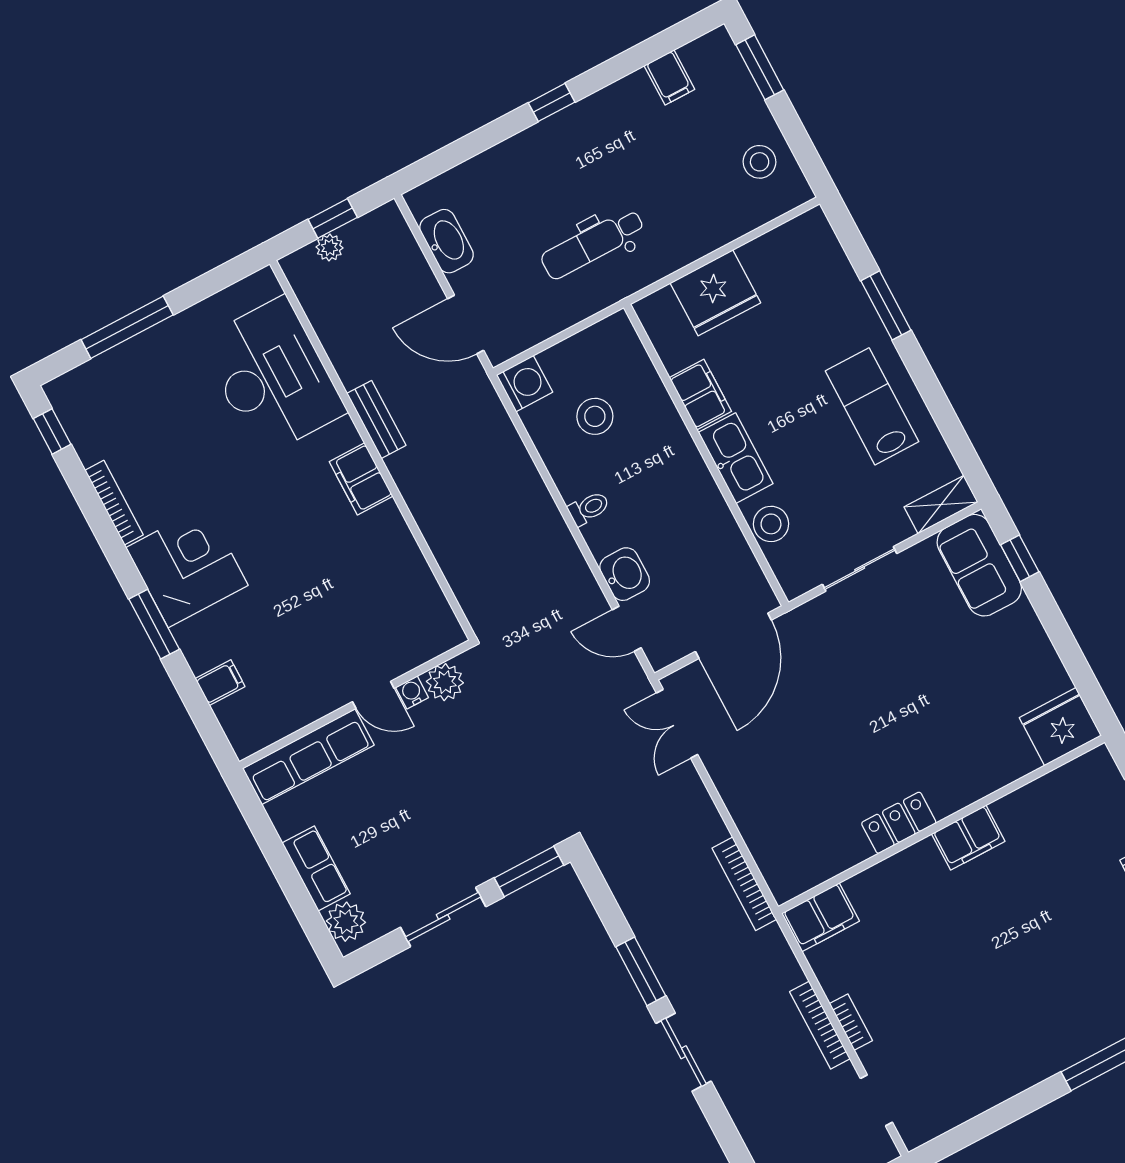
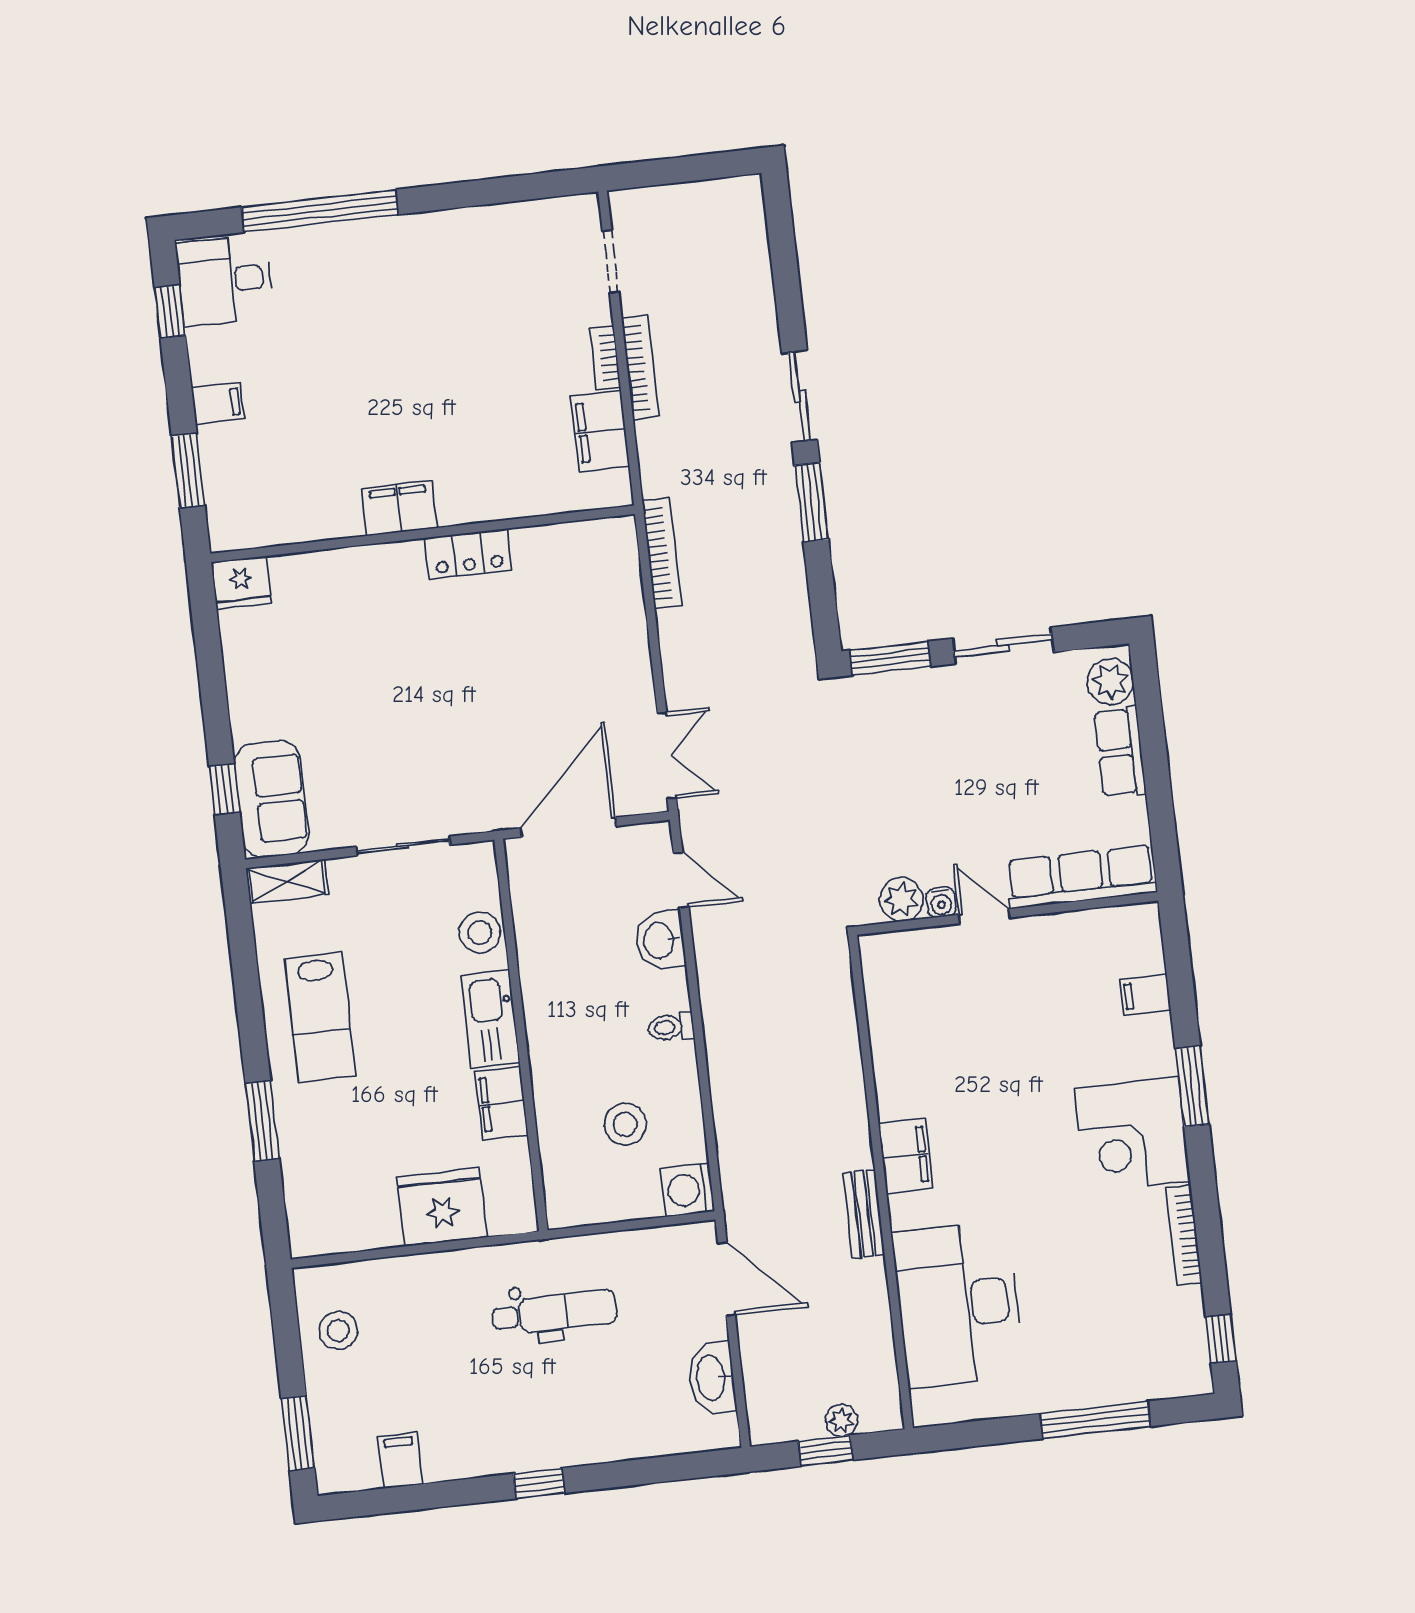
fridge: (1060, 727) -> (241, 583), width x0.73, depth x0.75
filing cabinet: (820, 917) -> (600, 431), moved, turned -90

